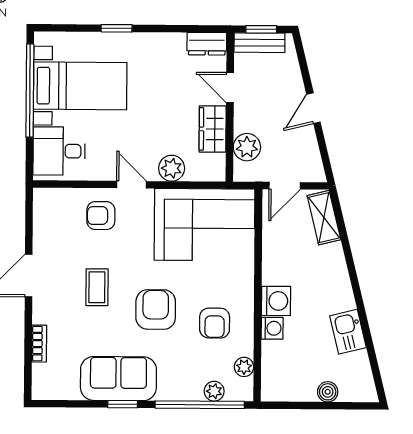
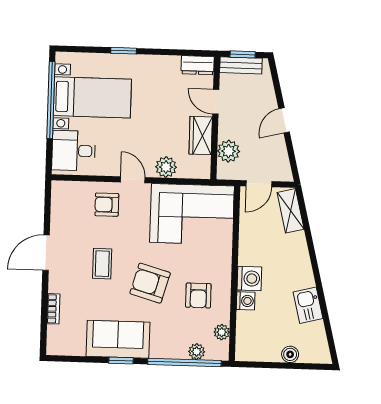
armchair: (156, 310) -> (150, 283), turned -74

